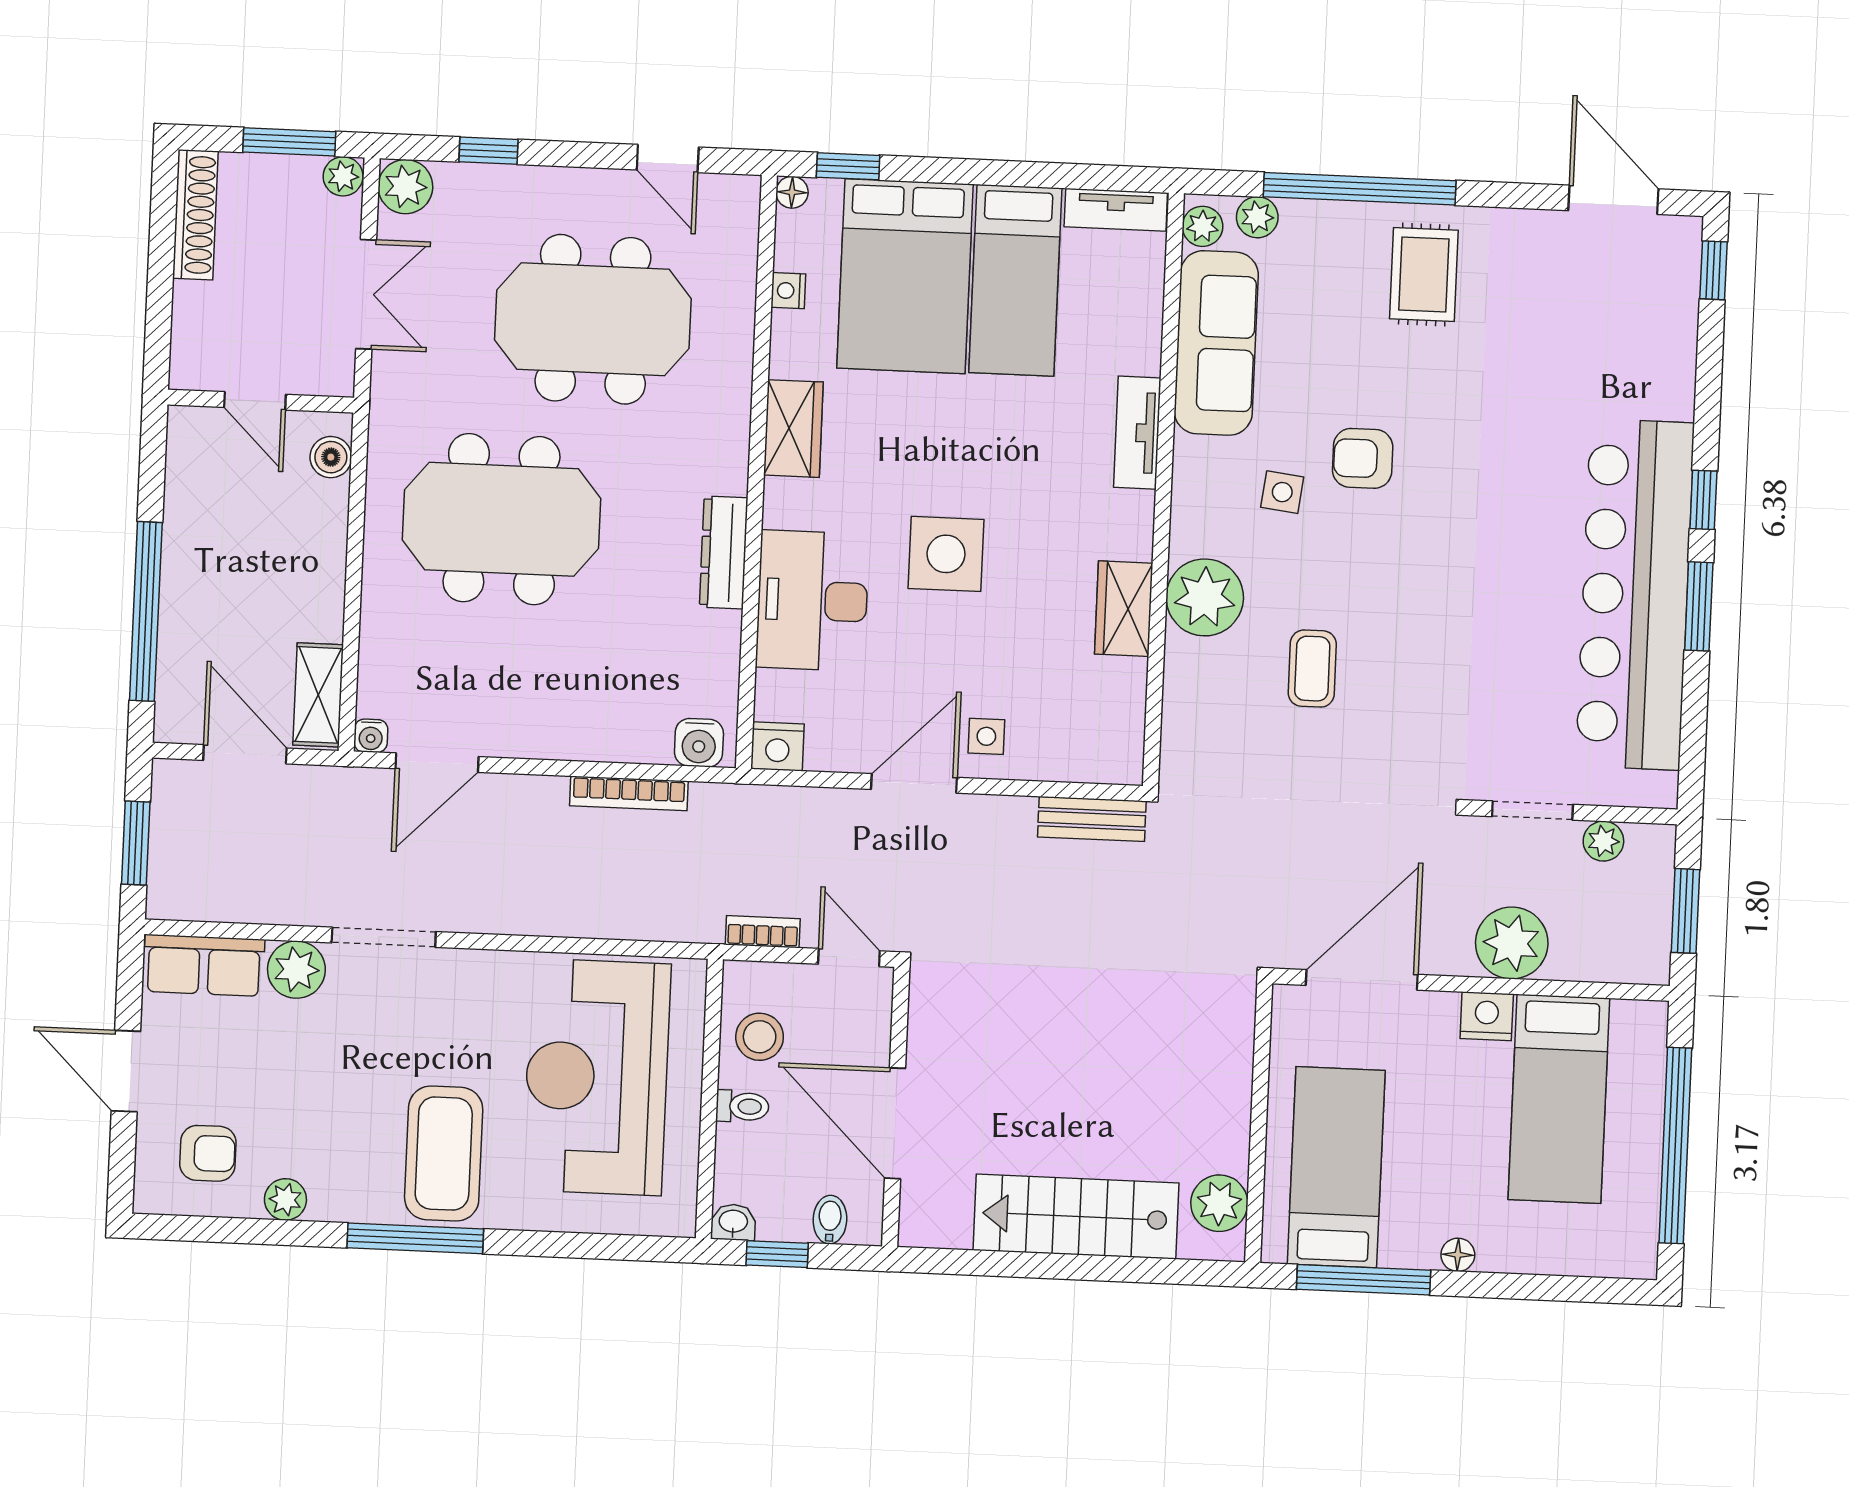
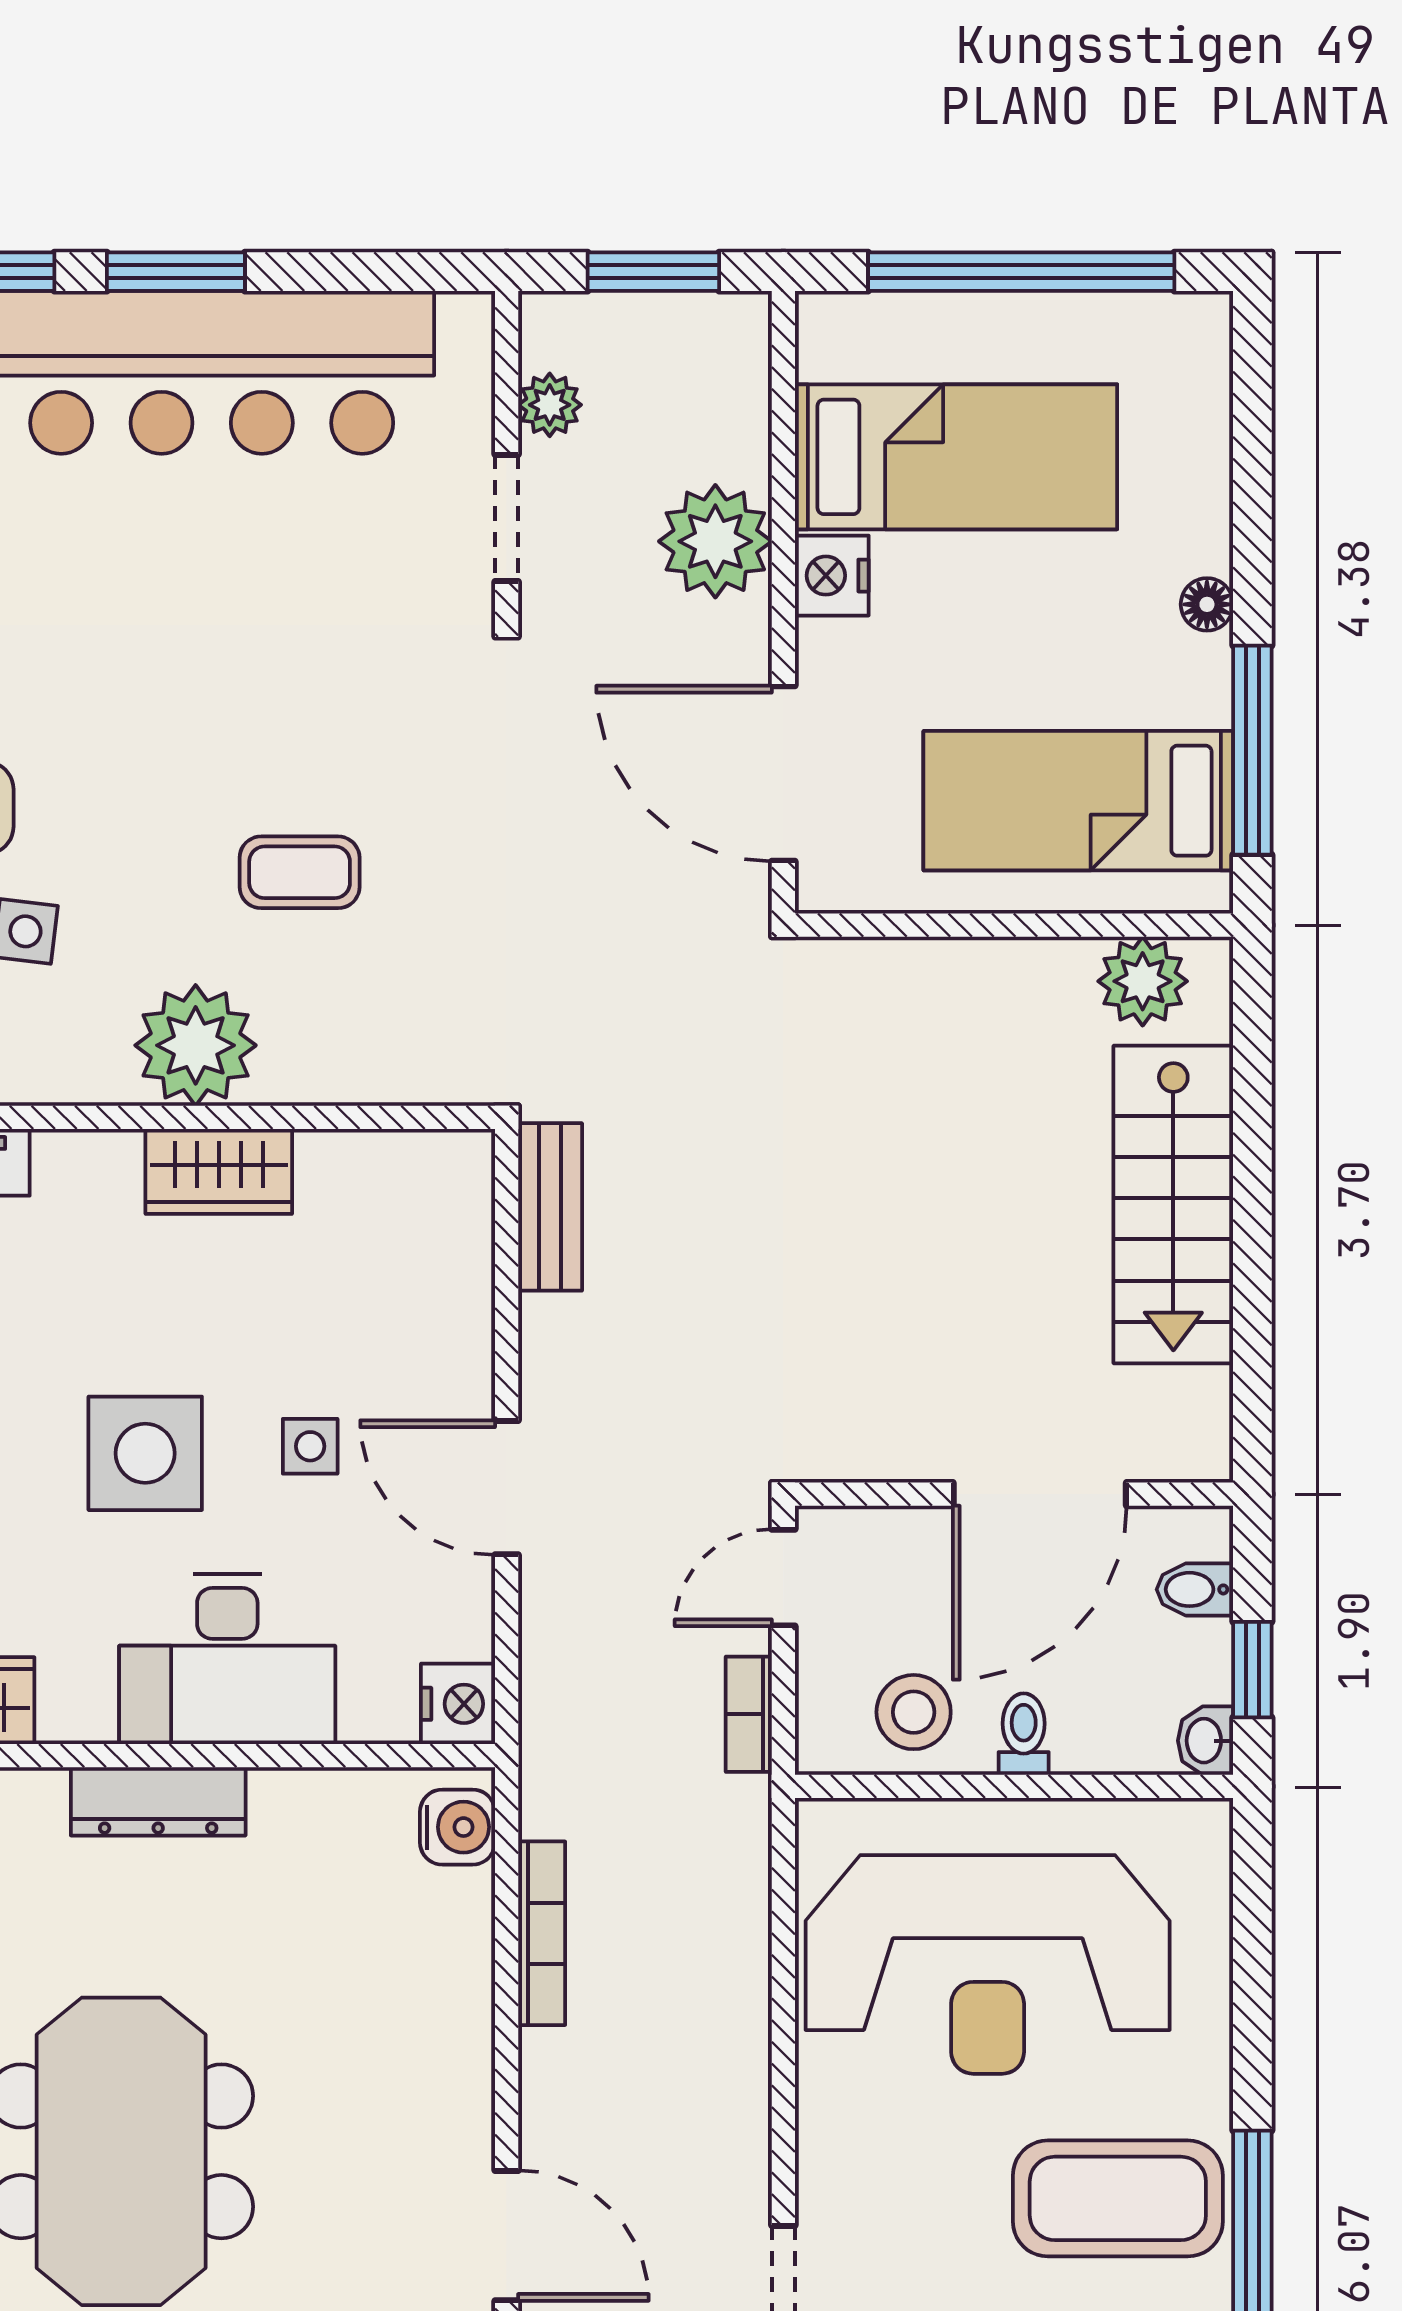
side table: (986, 736) -> (310, 1446), moved

